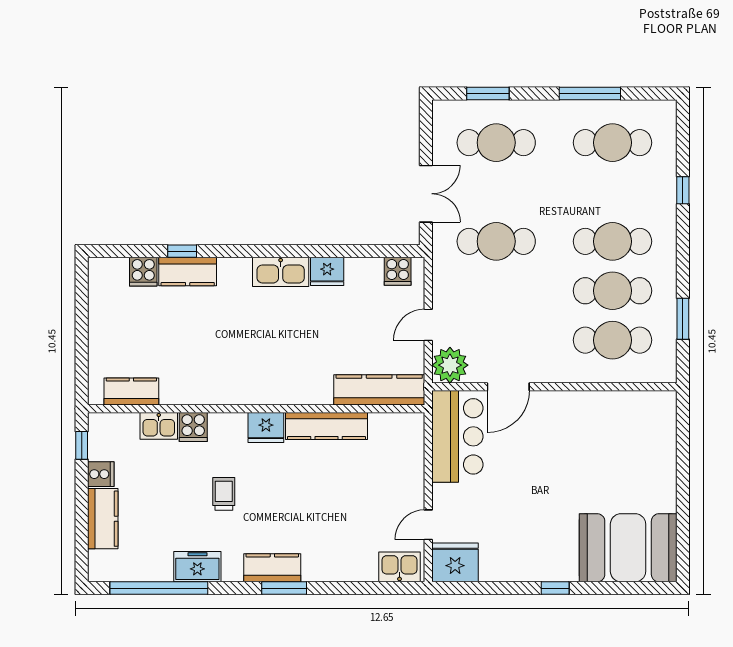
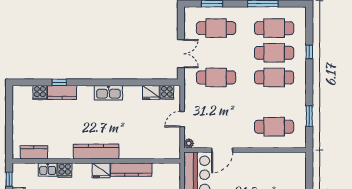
fridge: (327, 271) -> (151, 92), moved
cafe table: (612, 291) -> (274, 53), moved
plant: (450, 365) -> (189, 143), width x0.53, depth x0.53
kitchen counter: (379, 390) -> (96, 152), moved

